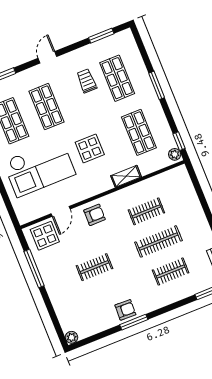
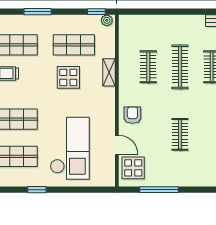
display table: (90, 148) -> (68, 77), moved

